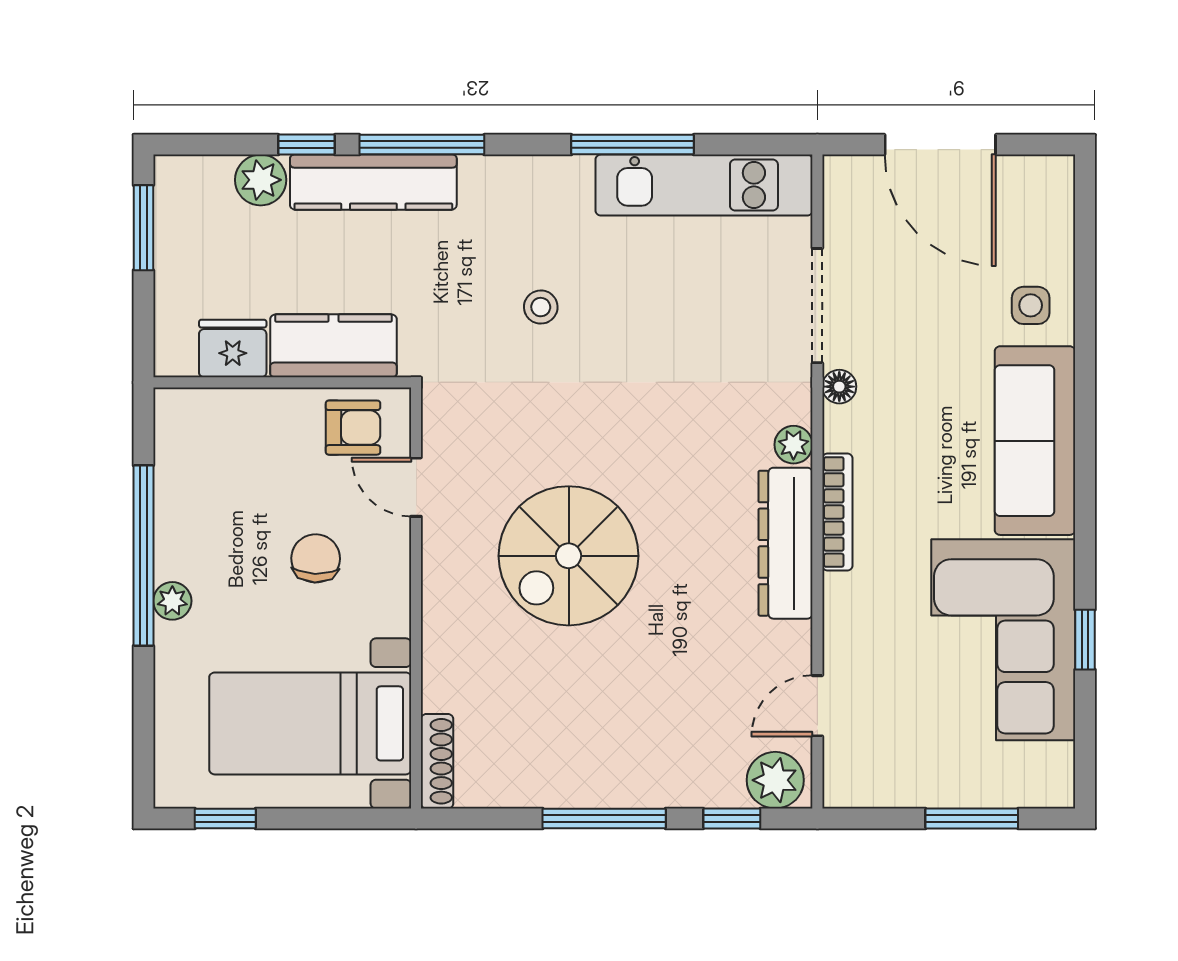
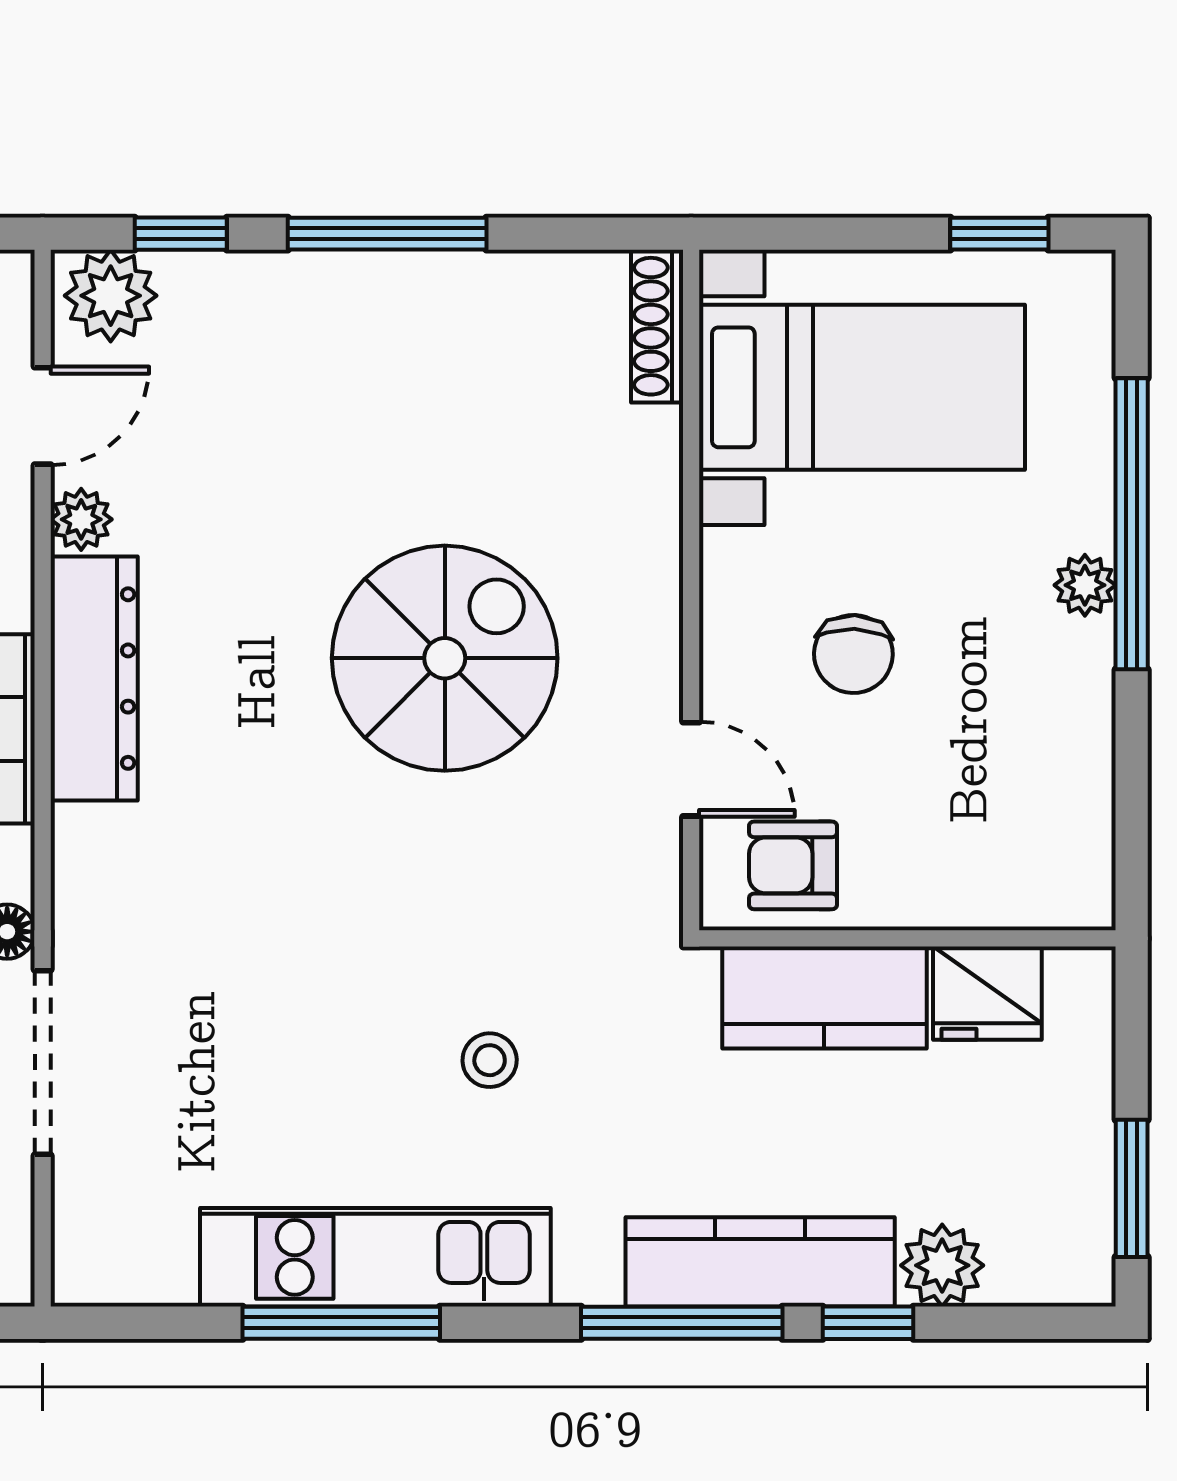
kitchen unit: (704, 185) -> (375, 1257), moved
plant: (793, 445) -> (81, 519), moved
window: (143, 556) -> (1132, 524), moved

